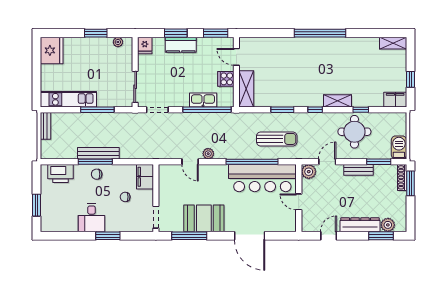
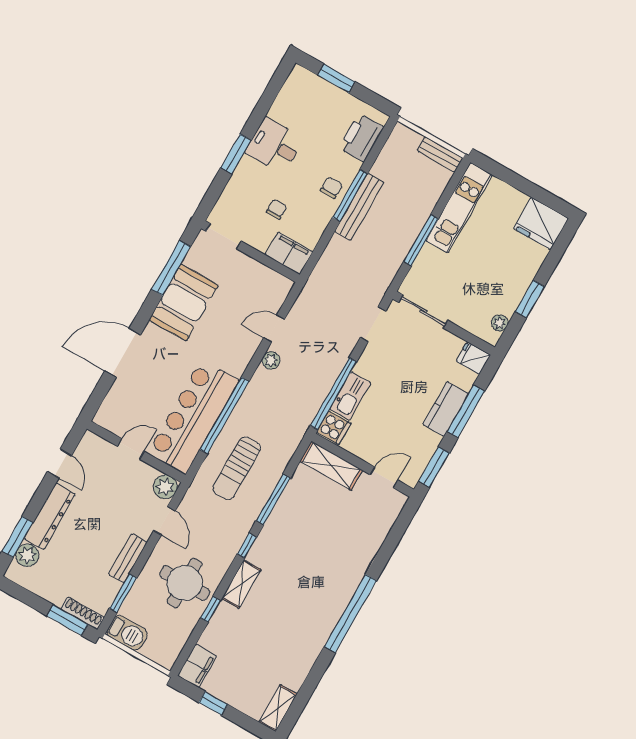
window: (176, 33) -> (466, 411), width x1.44
cooker: (226, 79) -> (334, 428), moved, turned 90
window: (282, 110) -> (273, 499), width x1.44

